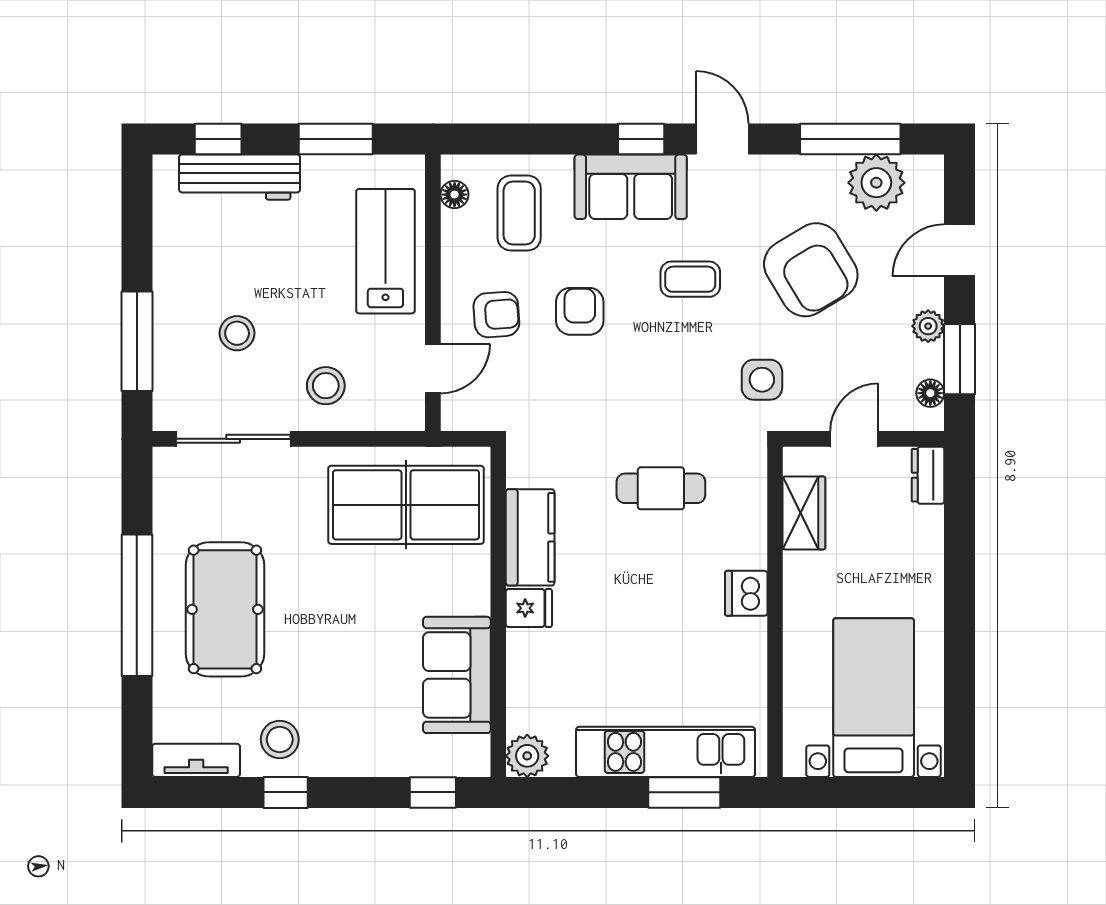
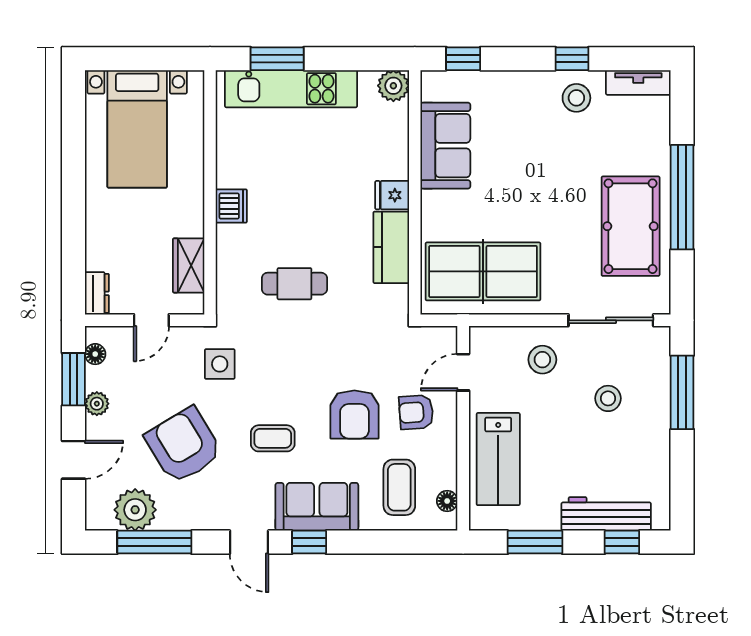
armchair: (580, 311) -> (354, 415), width x1.38, depth x1.38
pool table: (225, 609) -> (631, 226), moved

